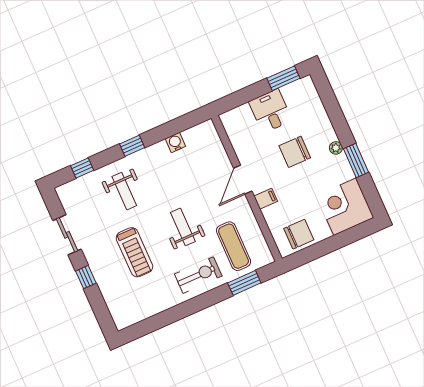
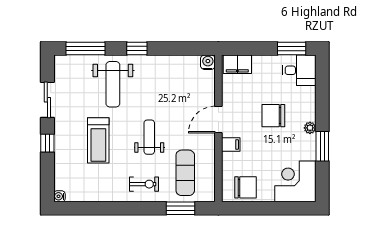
desk: (270, 111) -> (299, 70), moved, turned 90
filing cabinet: (237, 117) -> (237, 64), added
water cooler: (175, 143) -> (208, 62), moved
window: (82, 168) -> (86, 49), width x2.17
weight bench: (124, 191) -> (113, 84), width x1.36, depth x1.33
exercise bike: (198, 275) -> (144, 184), width x0.73, depth x0.72
water cooler: (121, 324) -> (59, 196), added

